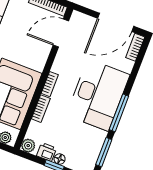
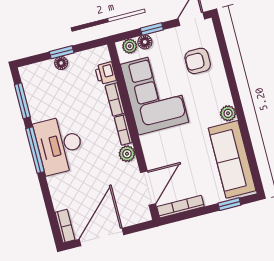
desk: (98, 95) -> (59, 145), width x0.73, depth x0.77
plant: (28, 146) -> (127, 154), moved
printer: (47, 152) -> (106, 73), moved, turned 90

